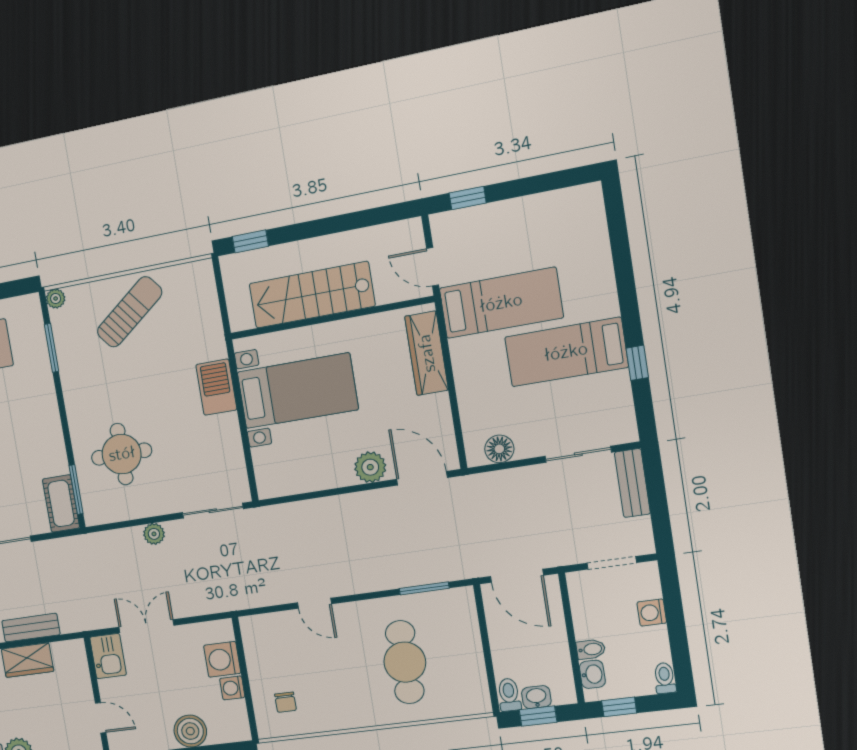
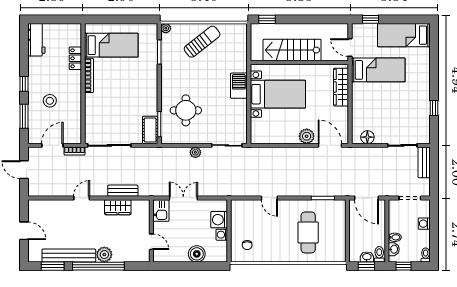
bed: (566, 352) -> (404, 35), moved
toilet: (509, 695) -> (379, 254), moved

